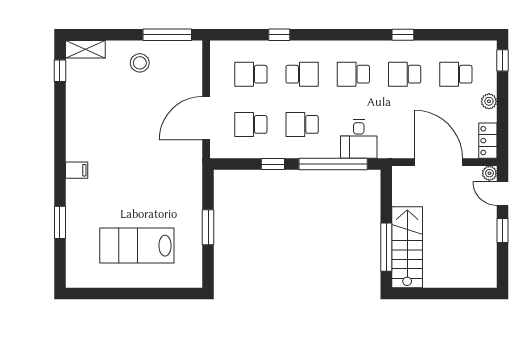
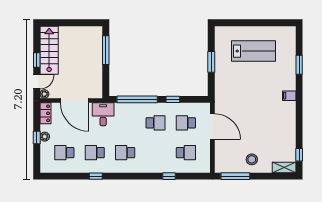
window: (502, 60) -> (37, 138), moved
school desk: (302, 74) -> (156, 153), removed
school desk: (353, 74) -> (125, 153), turned 180
school desk: (405, 74) -> (95, 153), turned 180
school desk: (456, 74) -> (64, 153), turned 180
door: (206, 118) -> (212, 127), hinge flipped
school desk: (251, 124) -> (186, 123), turned 180
desk: (359, 139) -> (103, 114), moved
door: (502, 194) -> (37, 82), hinge flipped
stairs: (407, 247) -> (49, 50), moved, turned 180

